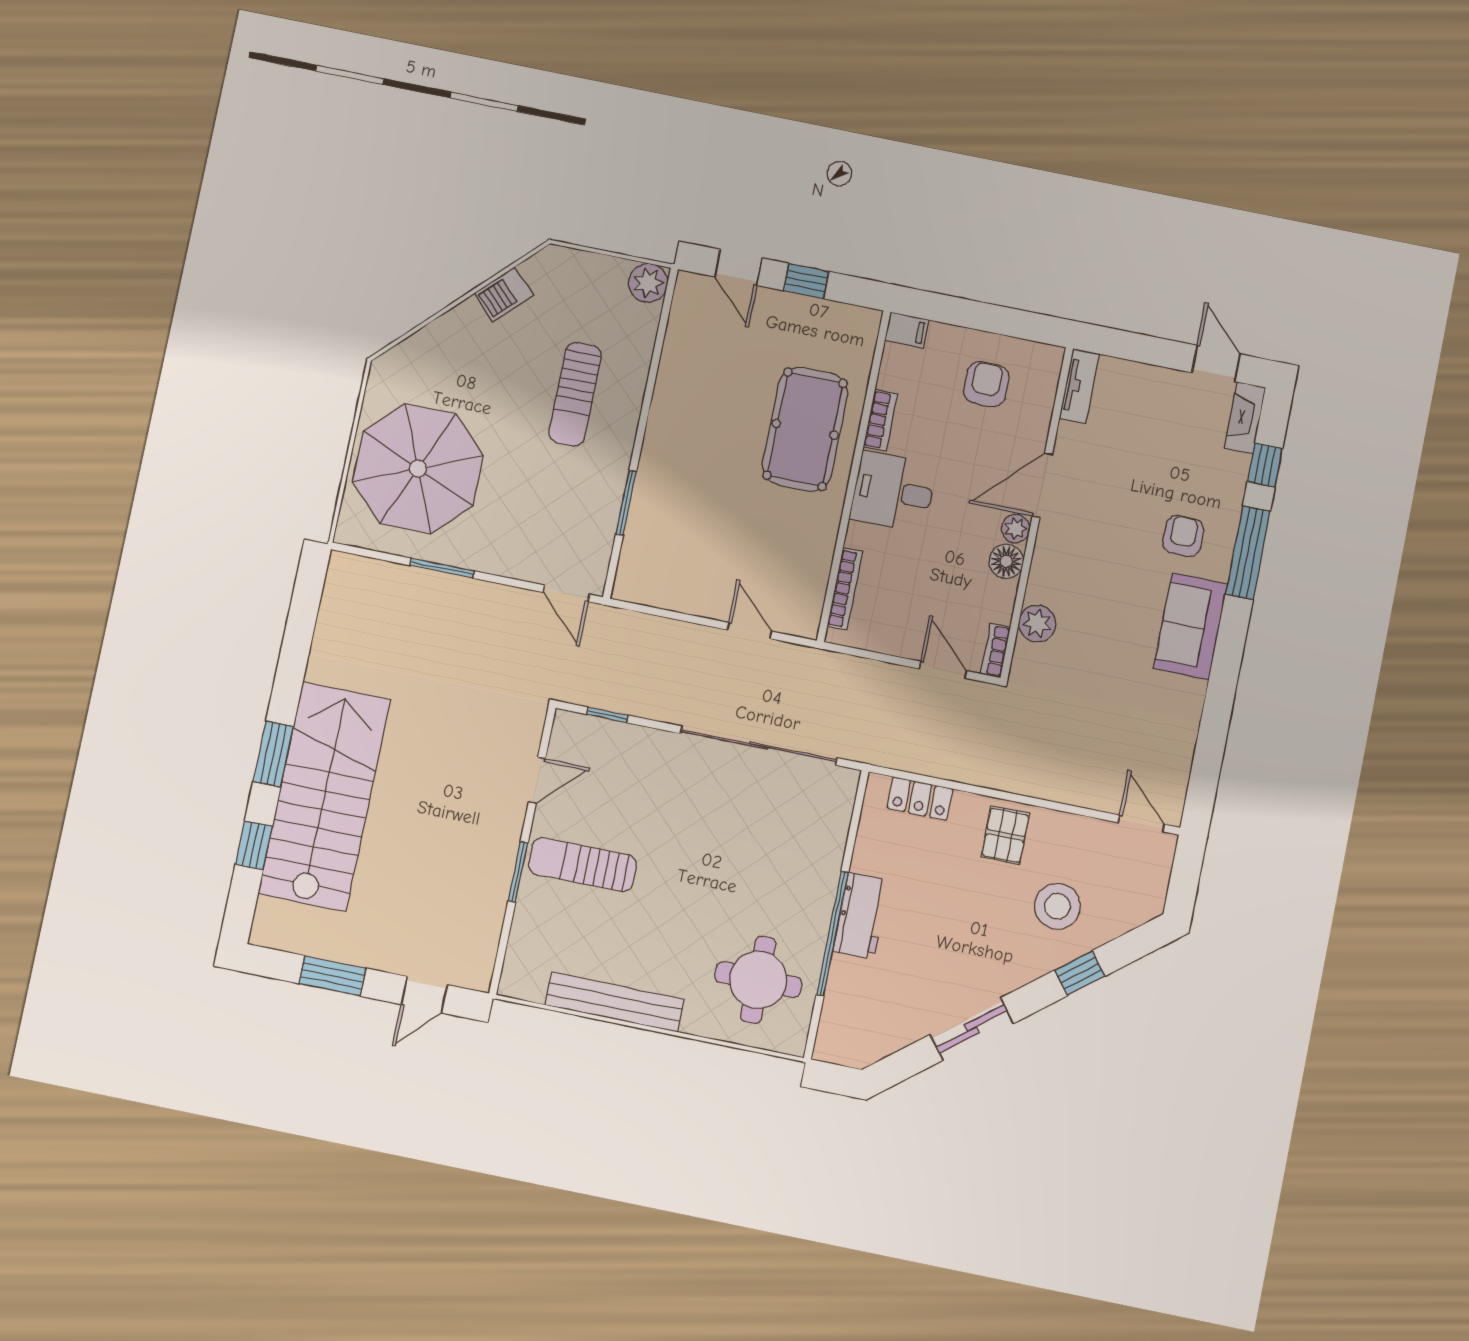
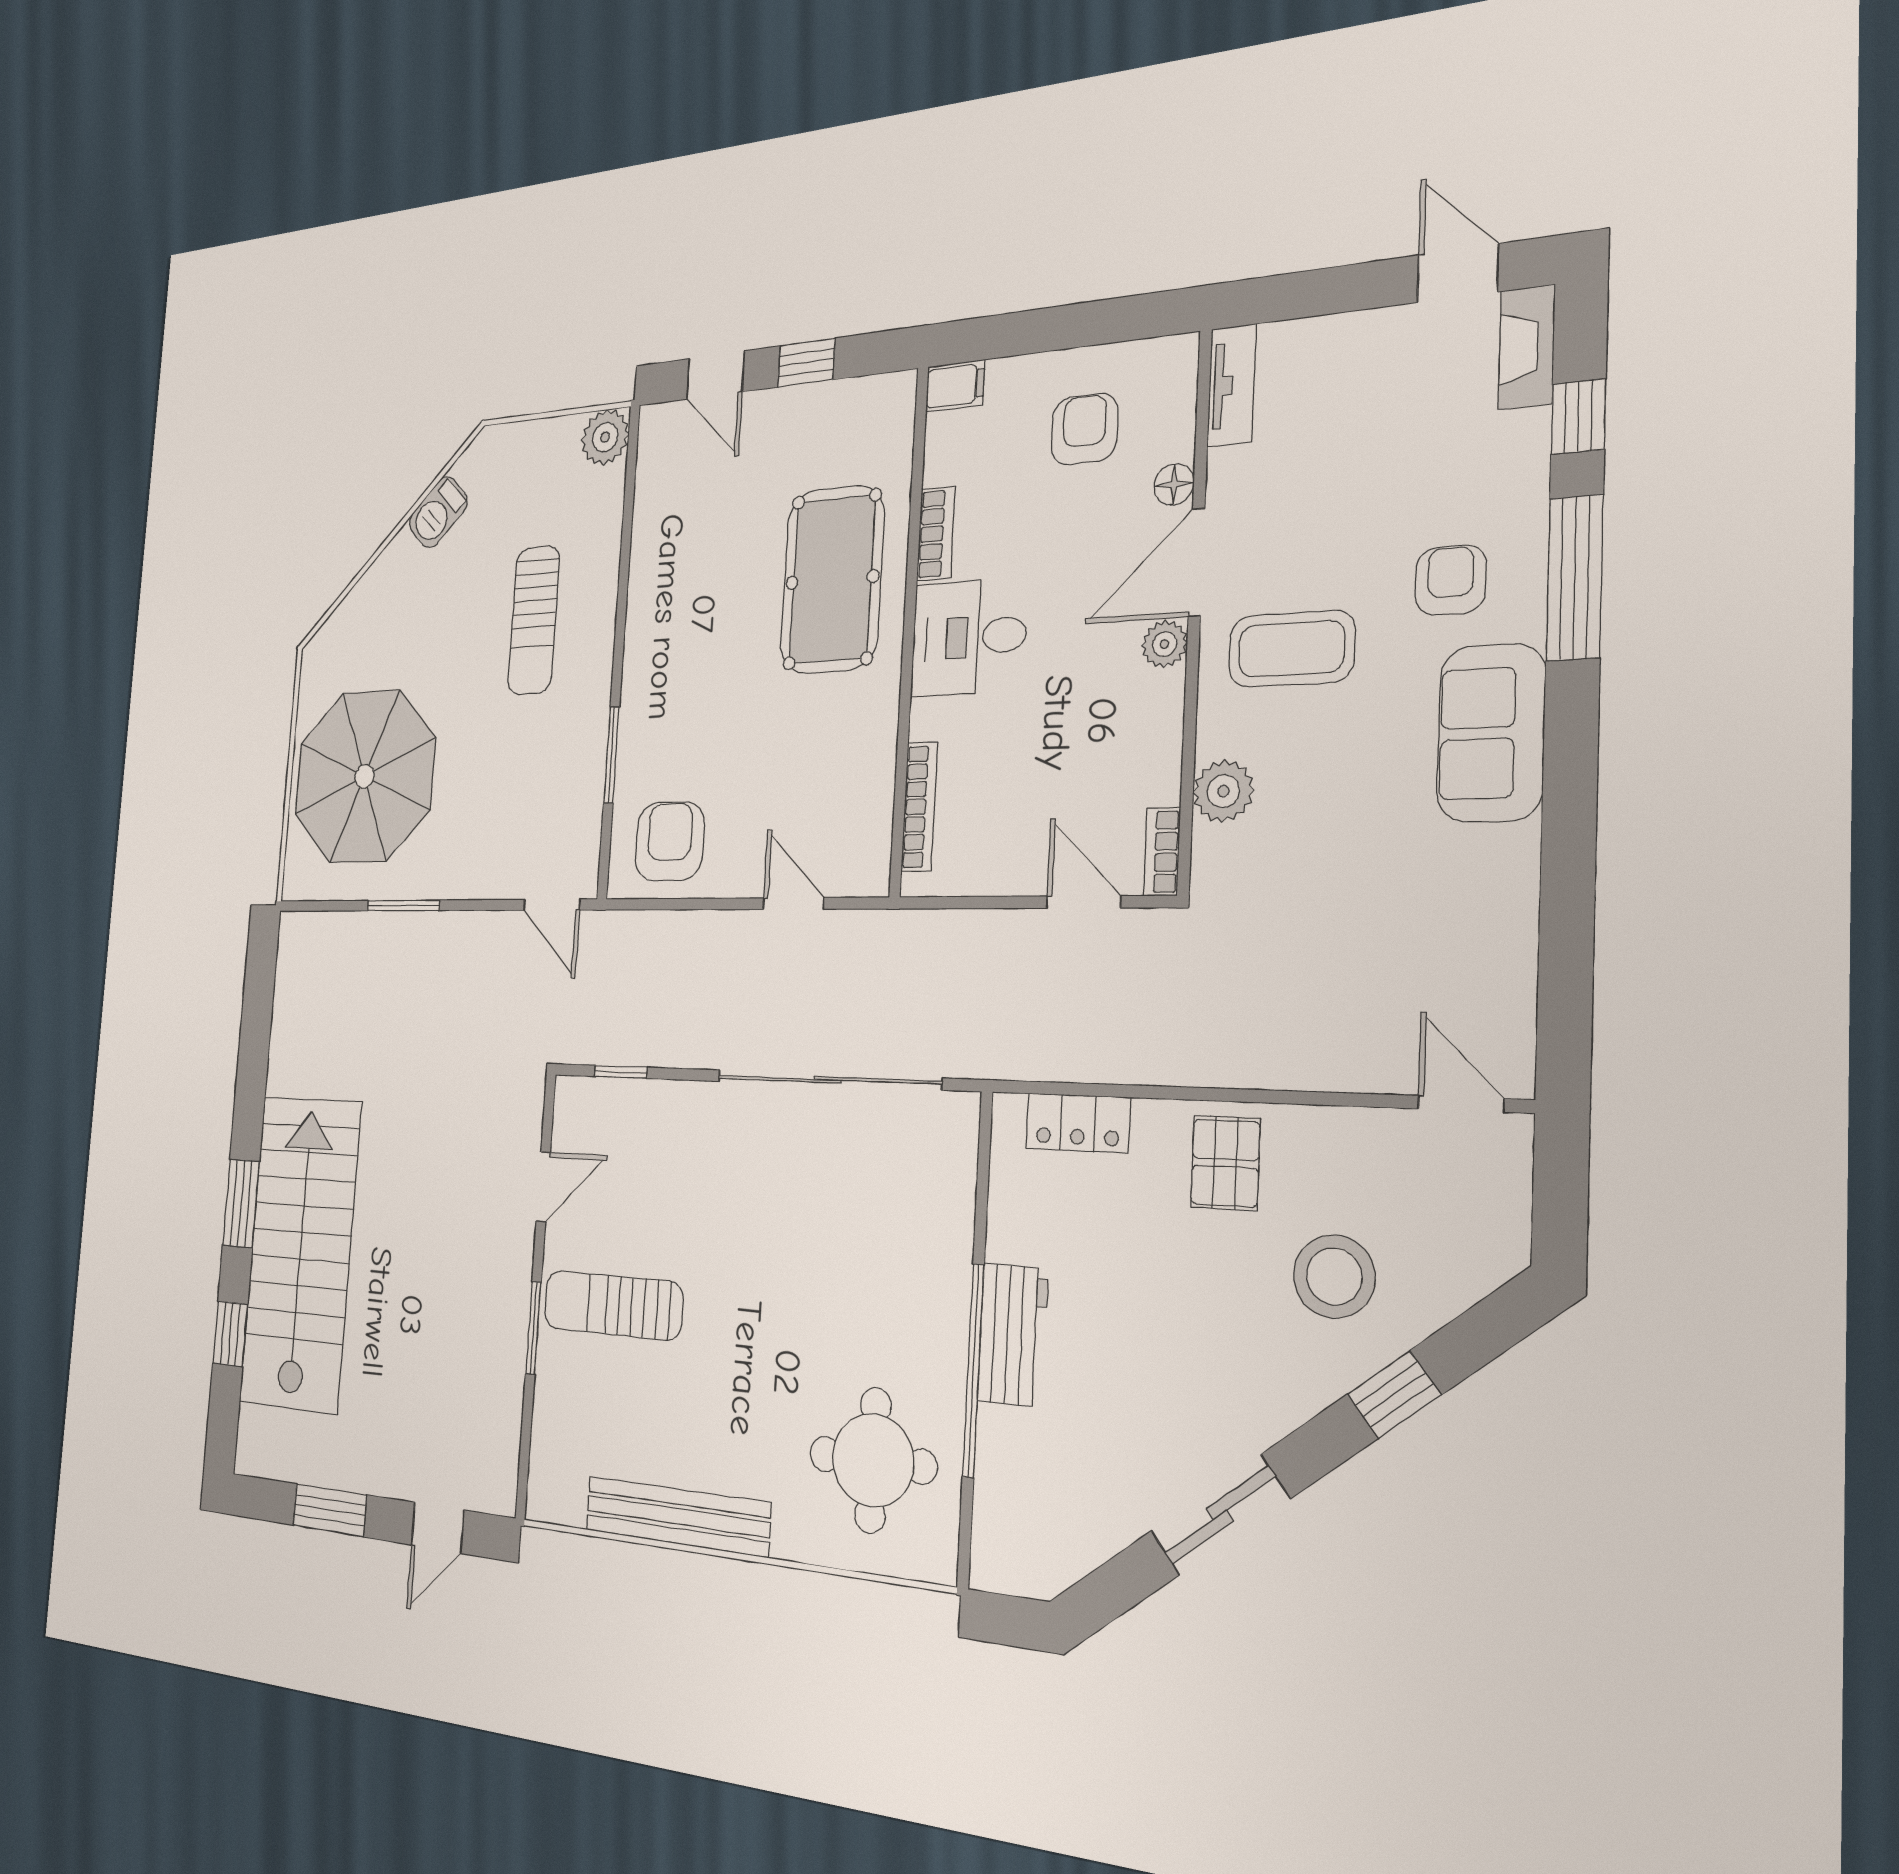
coffee table: (1089, 551) -> (1291, 649), added
floor lamp: (1006, 561) -> (1174, 484), moved, width x0.73, depth x0.73
armchair: (664, 571) -> (670, 841), added

